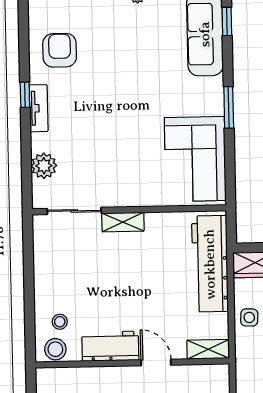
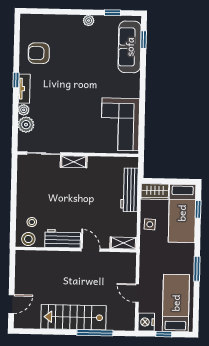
armchair: (60, 50) -> (39, 53), turned -90
window: (229, 107) -> (142, 93), removed
plant: (39, 142) -> (24, 110), added
workbench: (210, 264) -> (129, 190), width x0.73, depth x0.76

